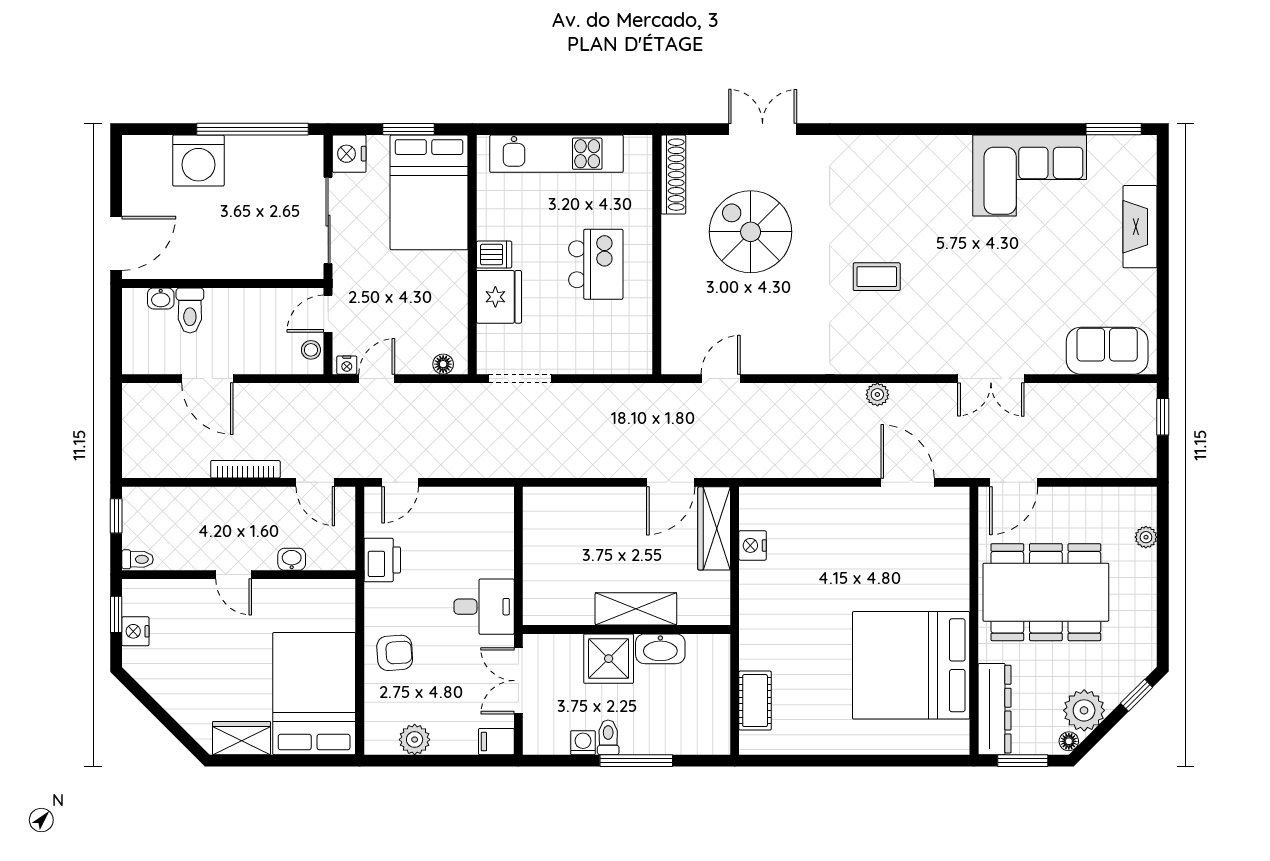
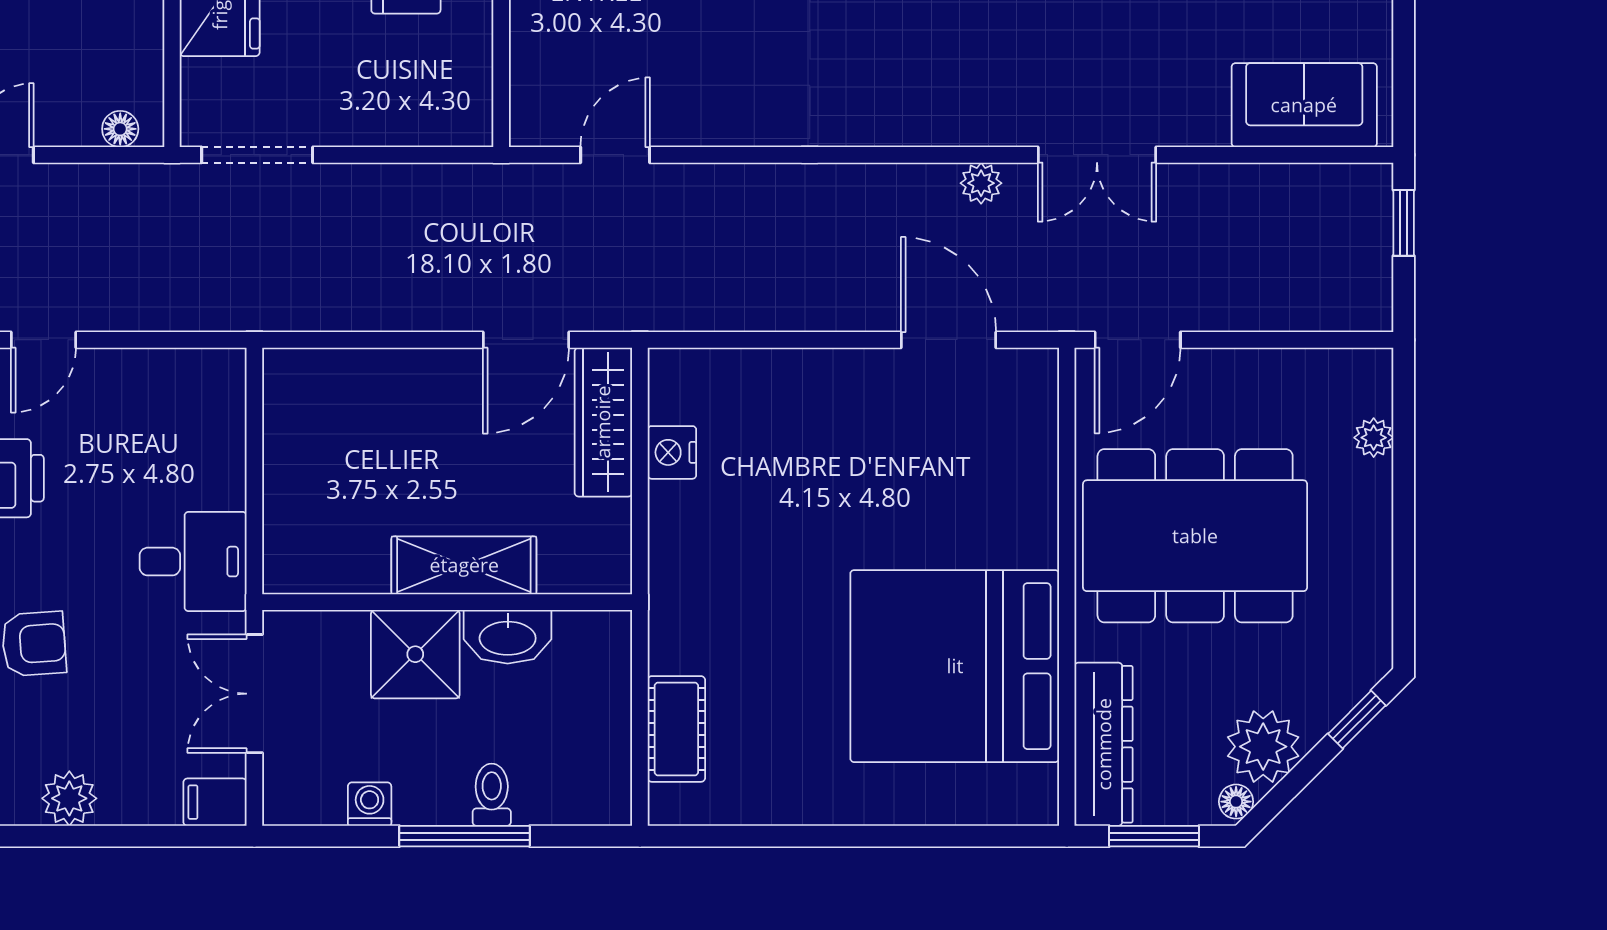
plant: (877, 395) -> (981, 183), moved
toilet: (608, 737) -> (492, 795), moved

